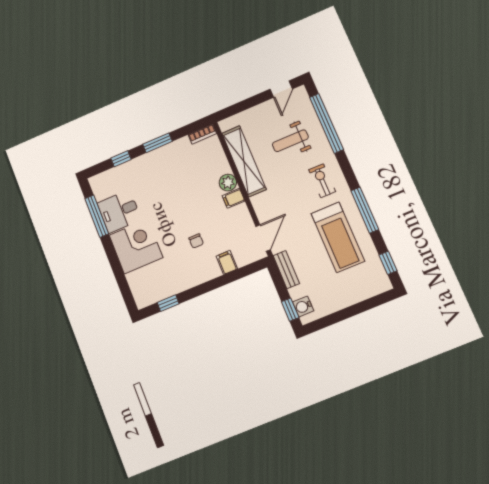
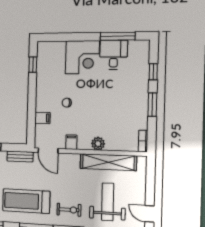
weight bench: (290, 141) -> (108, 202), width x1.36, depth x1.33
filing cabinet: (233, 198) -> (71, 142), moved

